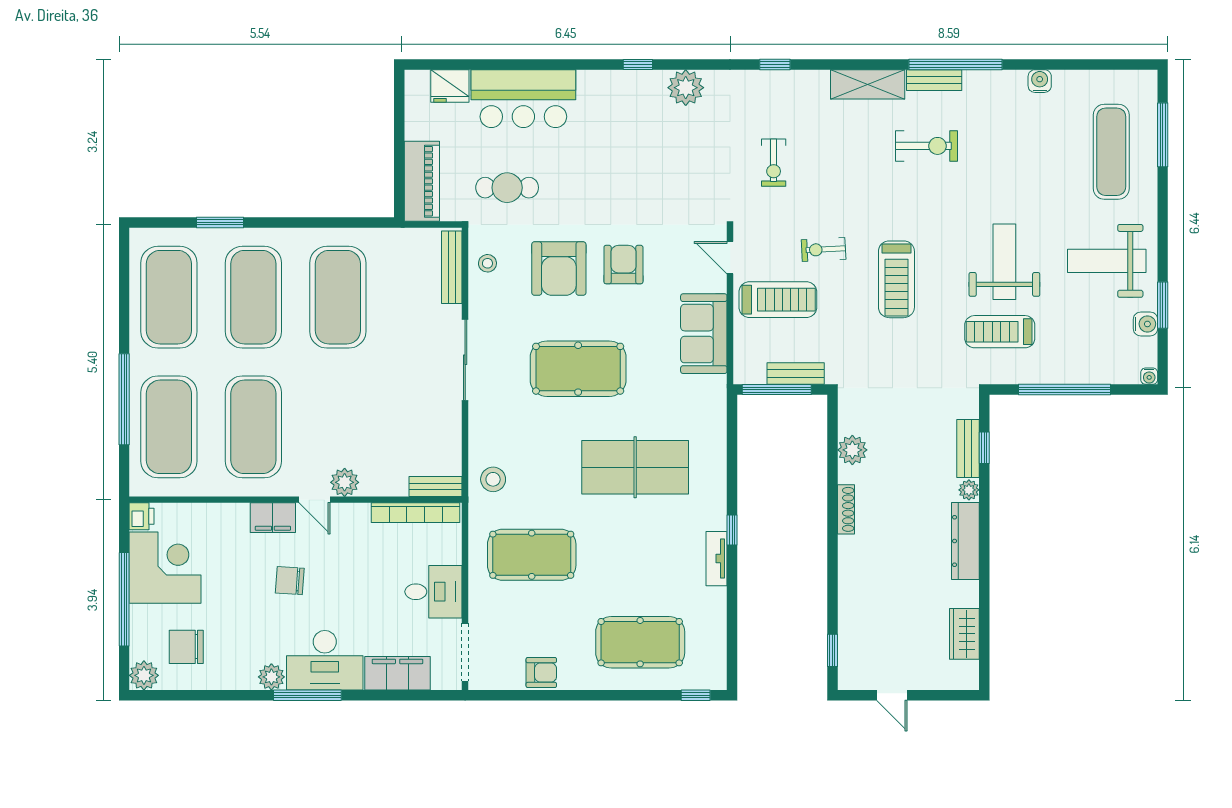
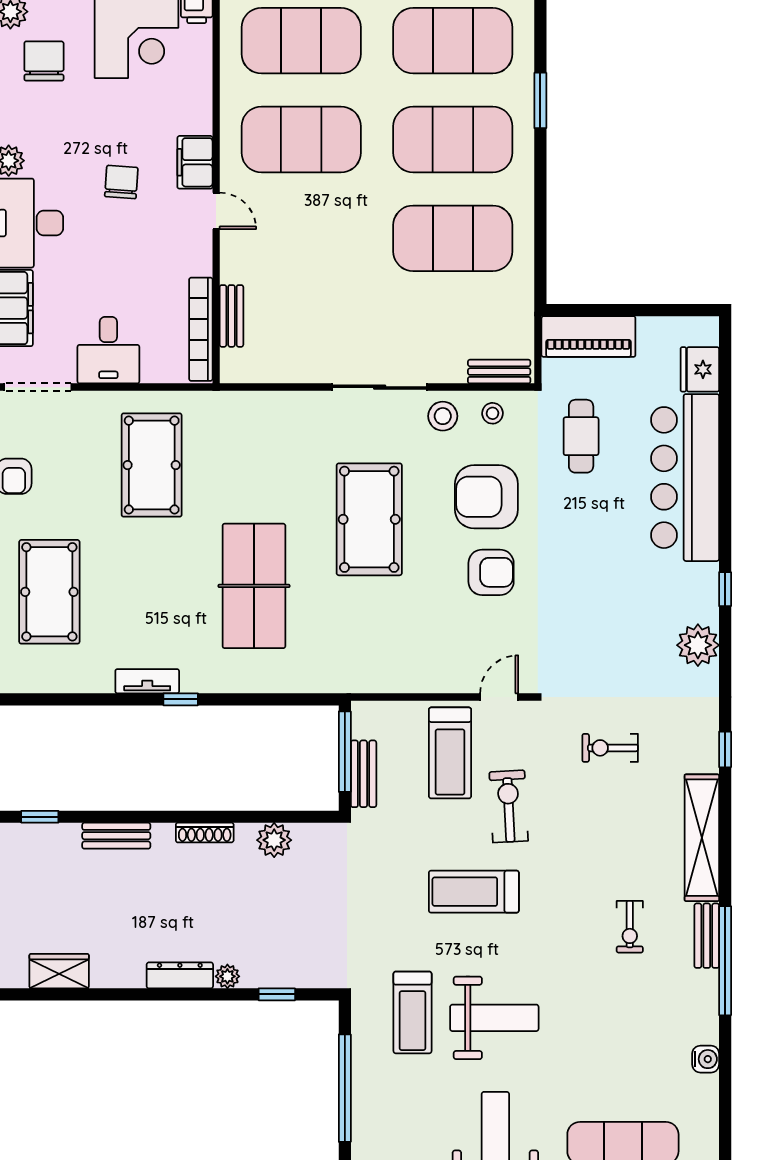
shelving: (868, 84) -> (702, 838), width x1.47
bar counter: (523, 99) -> (685, 478), width x1.36
exercise bike: (926, 146) -> (630, 927), width x0.73, depth x0.72
exercise bike: (824, 249) -> (509, 806), width x1.38, depth x1.39
bench: (452, 267) -> (499, 372), width x0.73
treadmill: (1000, 332) -> (412, 1012), turned 180
sofa: (704, 334) -> (410, 666), removed
bench: (968, 448) -> (116, 836), moved
stool: (493, 479) -> (443, 416), moved
plant: (345, 482) -> (236, 246), removed
bench: (436, 486) -> (231, 316), moved
door: (314, 500) -> (216, 211), swing flipped
dresser: (965, 541) -> (180, 975), width x0.73, depth x0.80

